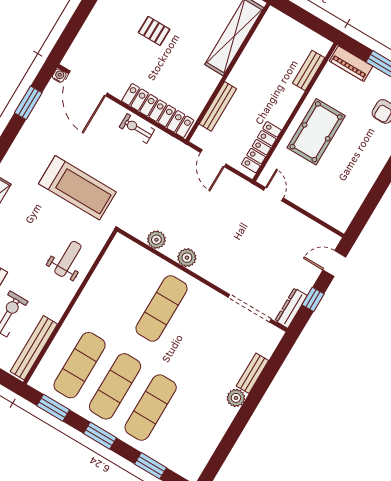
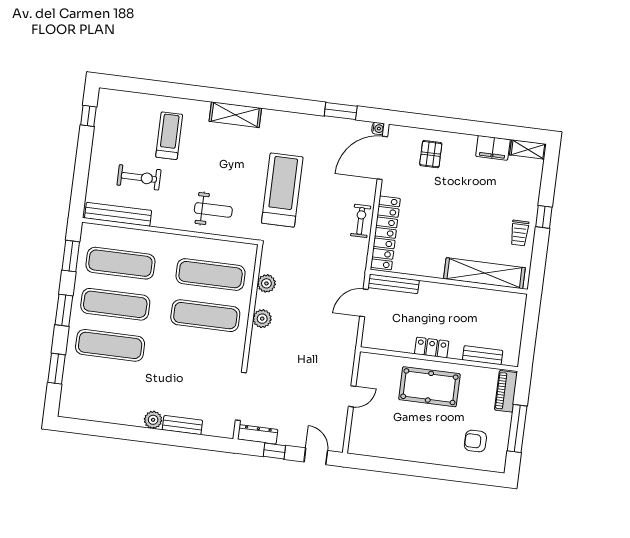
pallet: (154, 31) -> (431, 154), moved
bench: (218, 106) -> (394, 284), moved
locker: (261, 147) -> (432, 348), moved, width x0.66
treadmill: (77, 188) -> (282, 190), turned 180
door: (274, 194) -> (352, 396), moved
exercise mat: (126, 287) -> (211, 275), added

